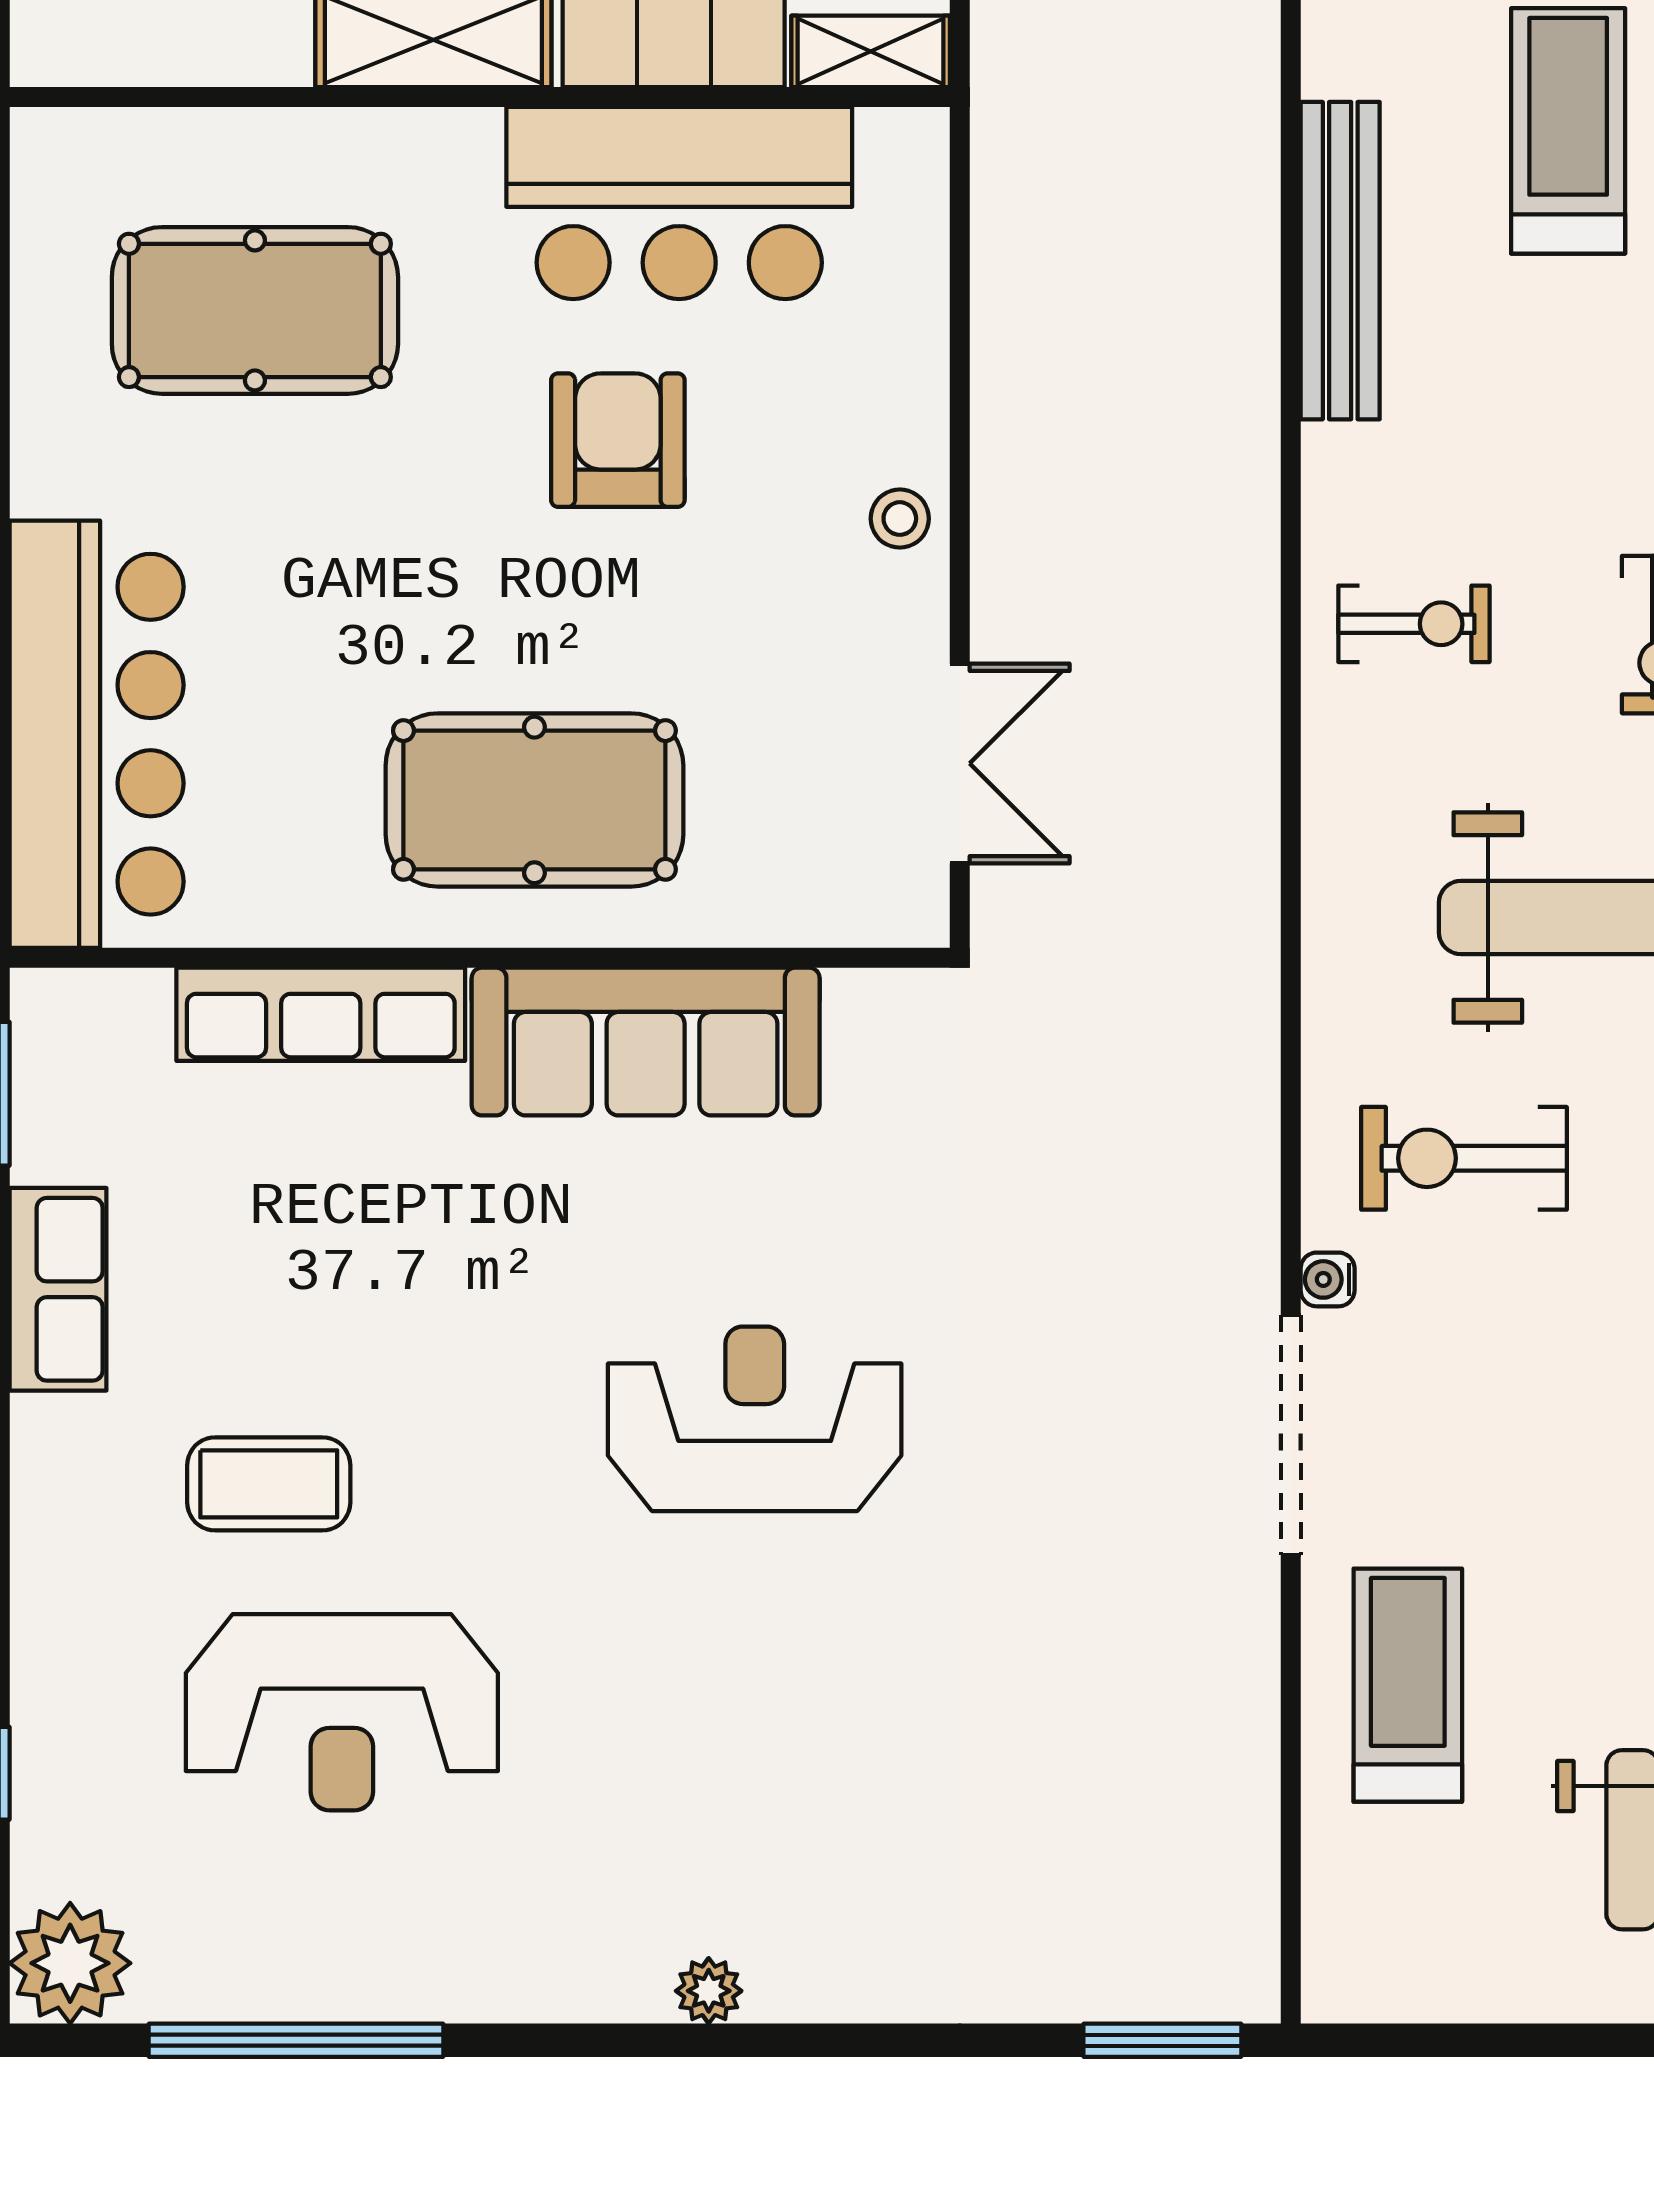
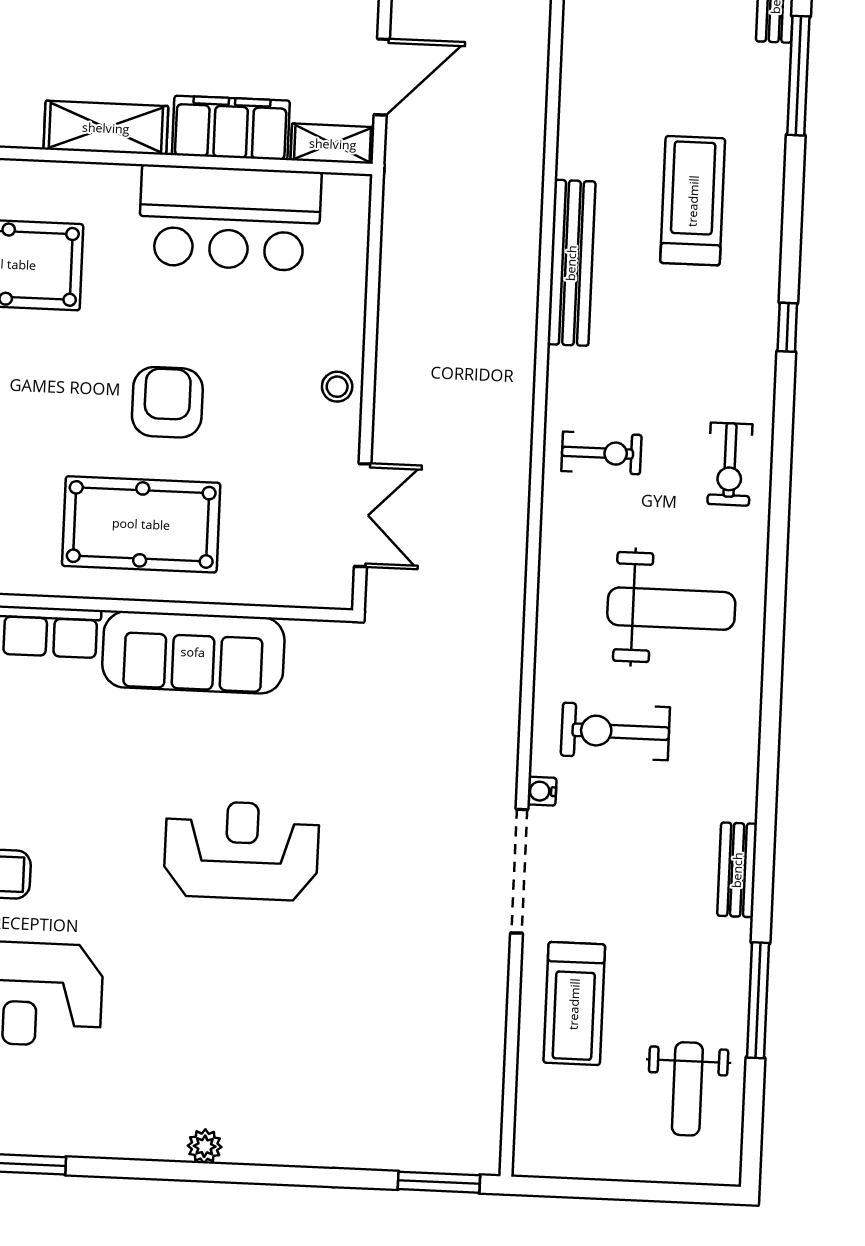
armchair: (618, 440) -> (167, 402), moved
treadmill: (1408, 1685) -> (574, 1004), turned 180

